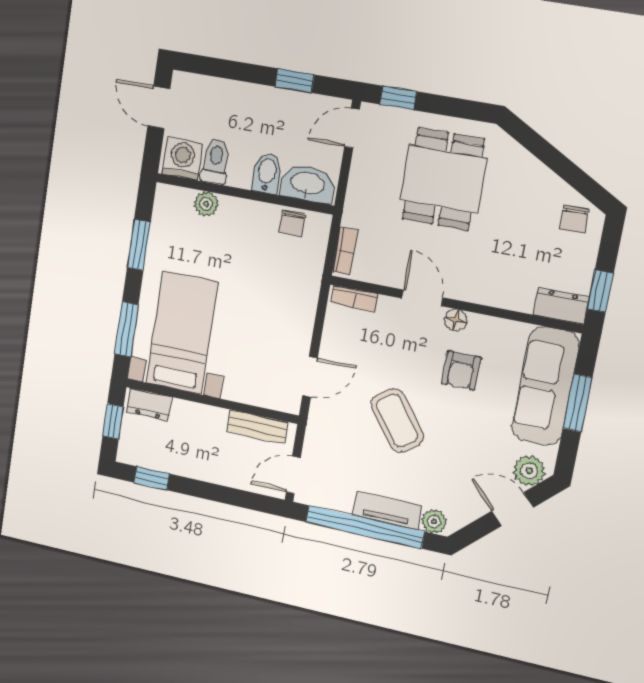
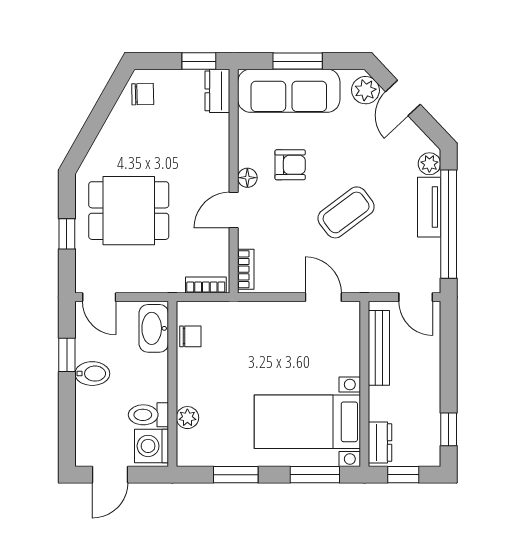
window: (398, 98) -> (67, 234), moved
bidet: (267, 173) -> (92, 374), moved, turned 180
bench: (257, 427) -> (379, 348), width x1.36

